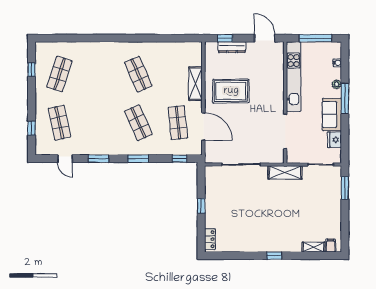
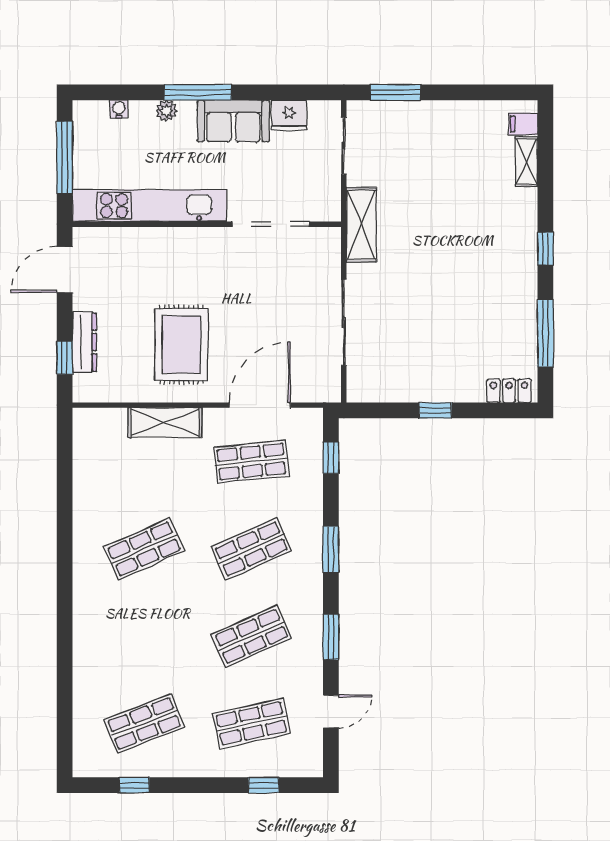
shop shelf: (59, 74) -> (144, 723), turned -39
shop shelf: (99, 123) -> (251, 636), added
window: (236, 256) -> (545, 333), added

